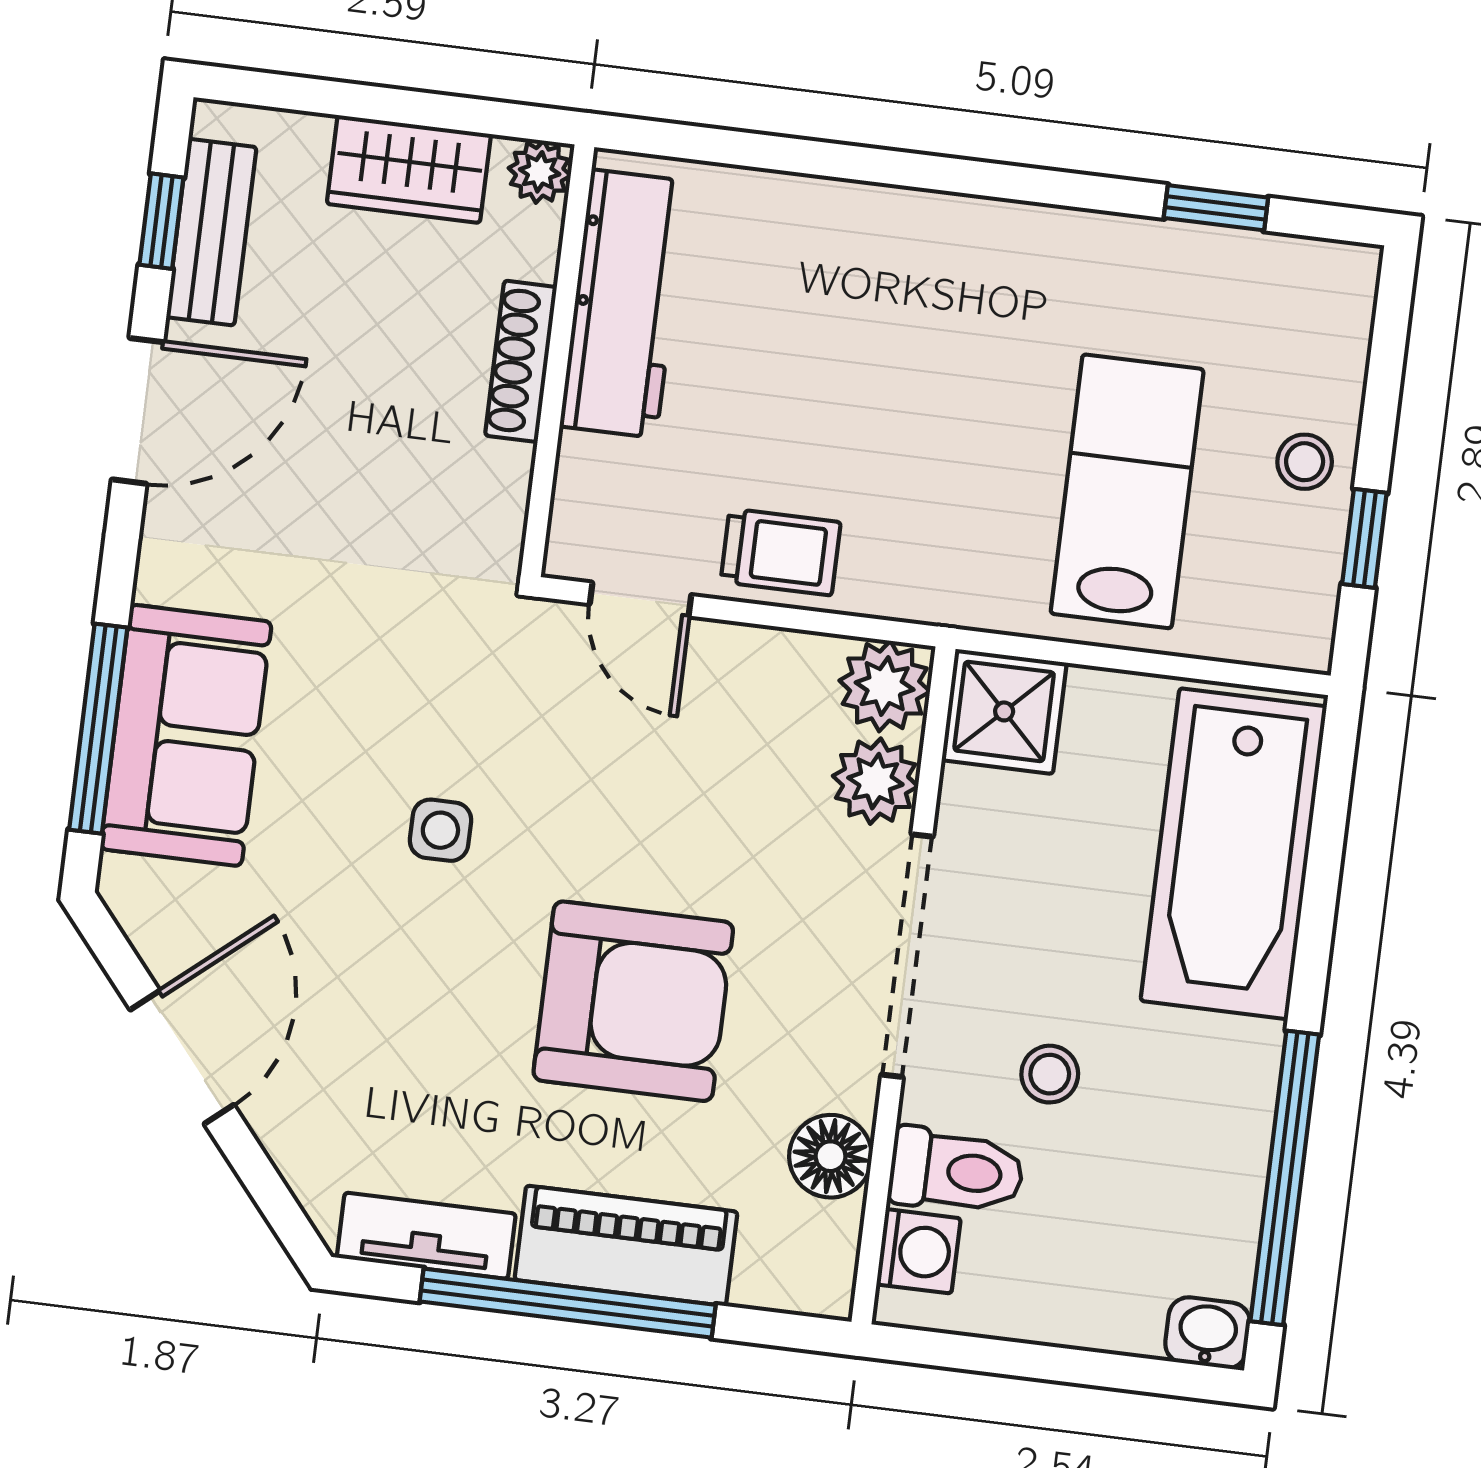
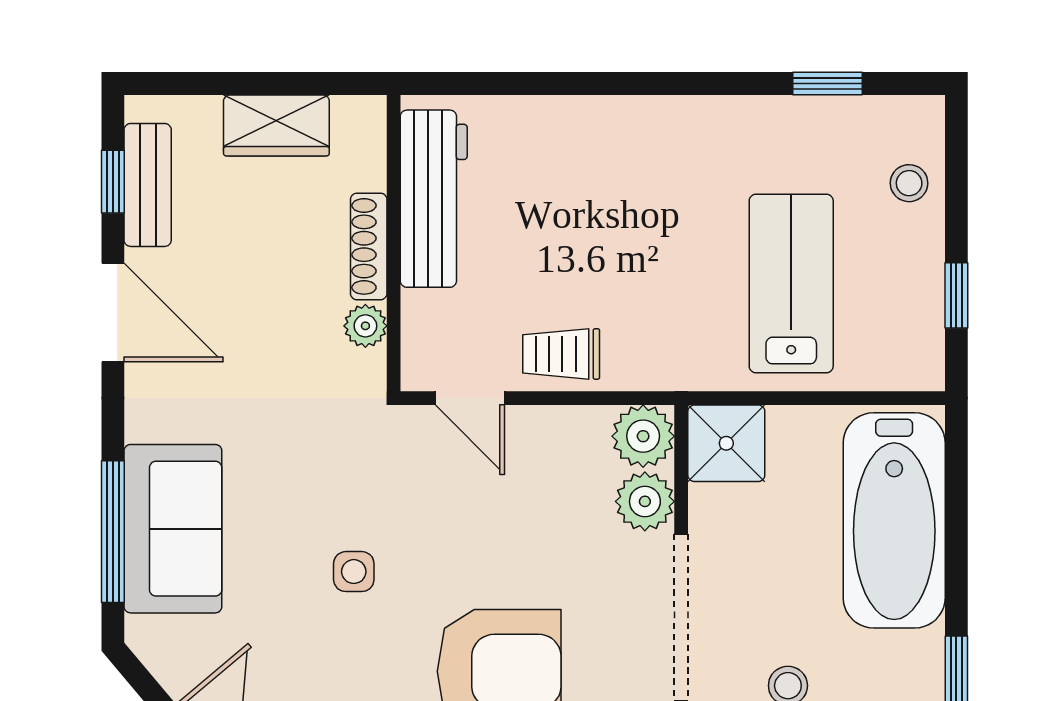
plant: (540, 172) -> (365, 326), moved
door: (138, 411) -> (113, 312), hinge flipped
stool: (1305, 462) -> (909, 183), moved
trolley: (781, 552) -> (561, 354), turned 180

